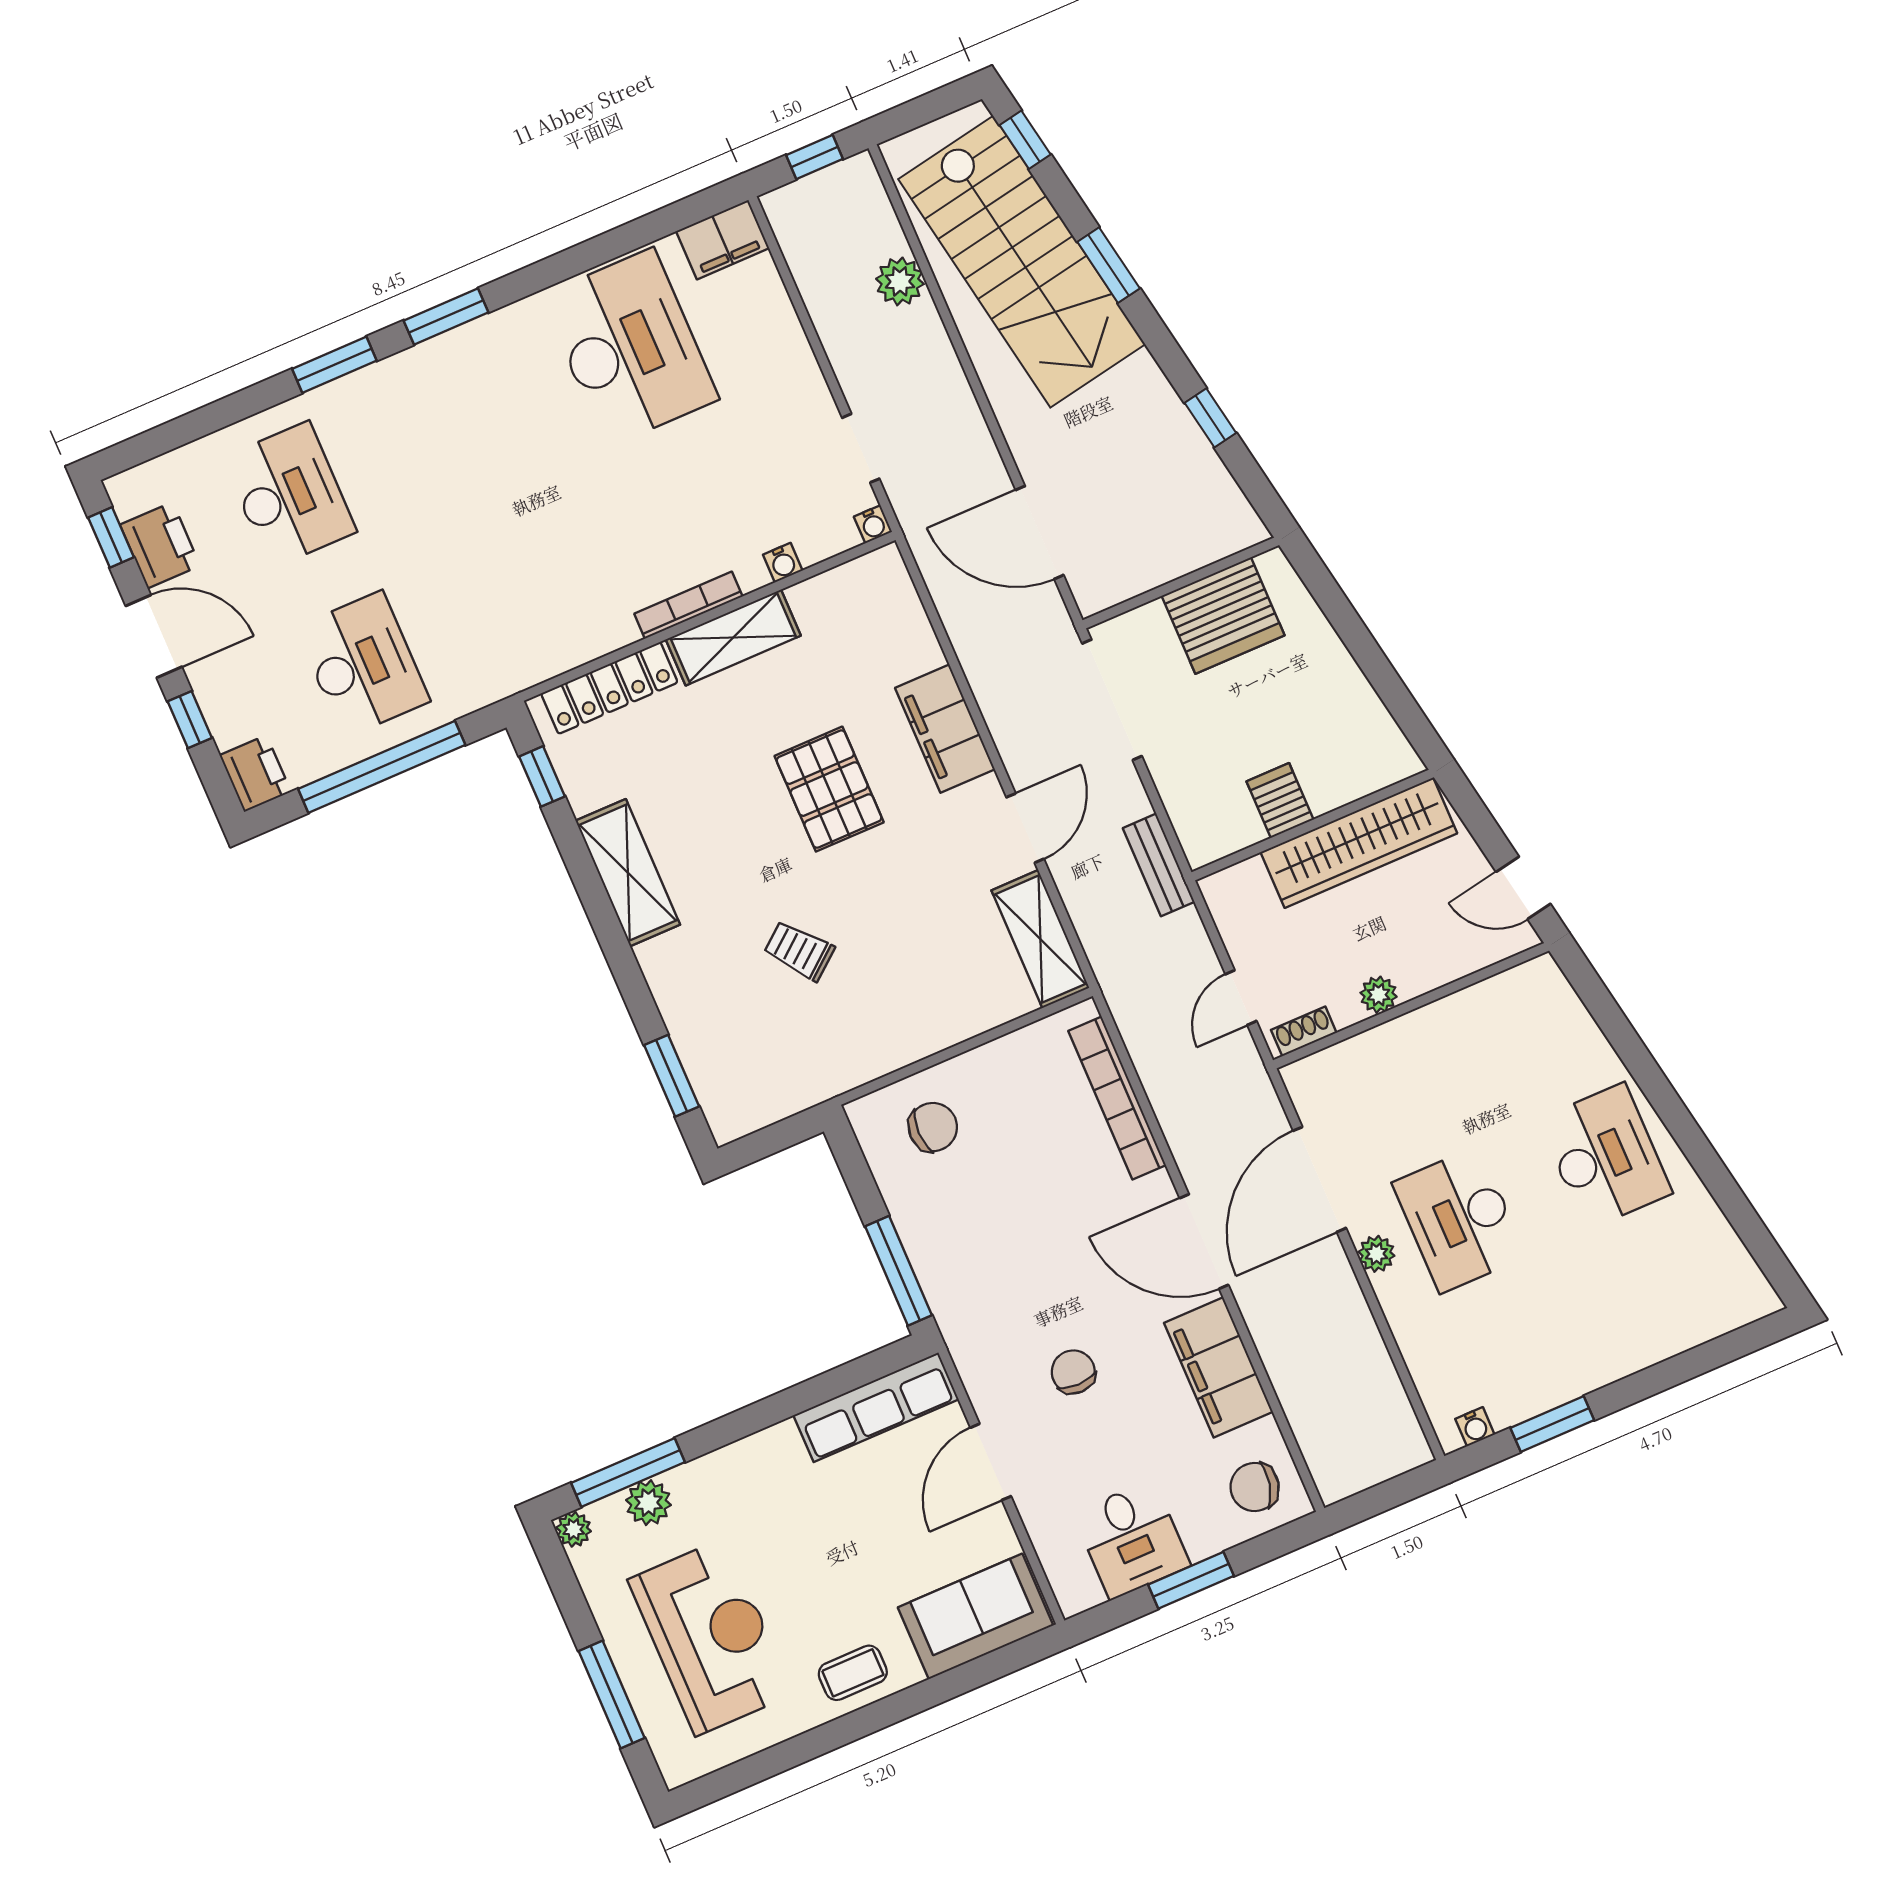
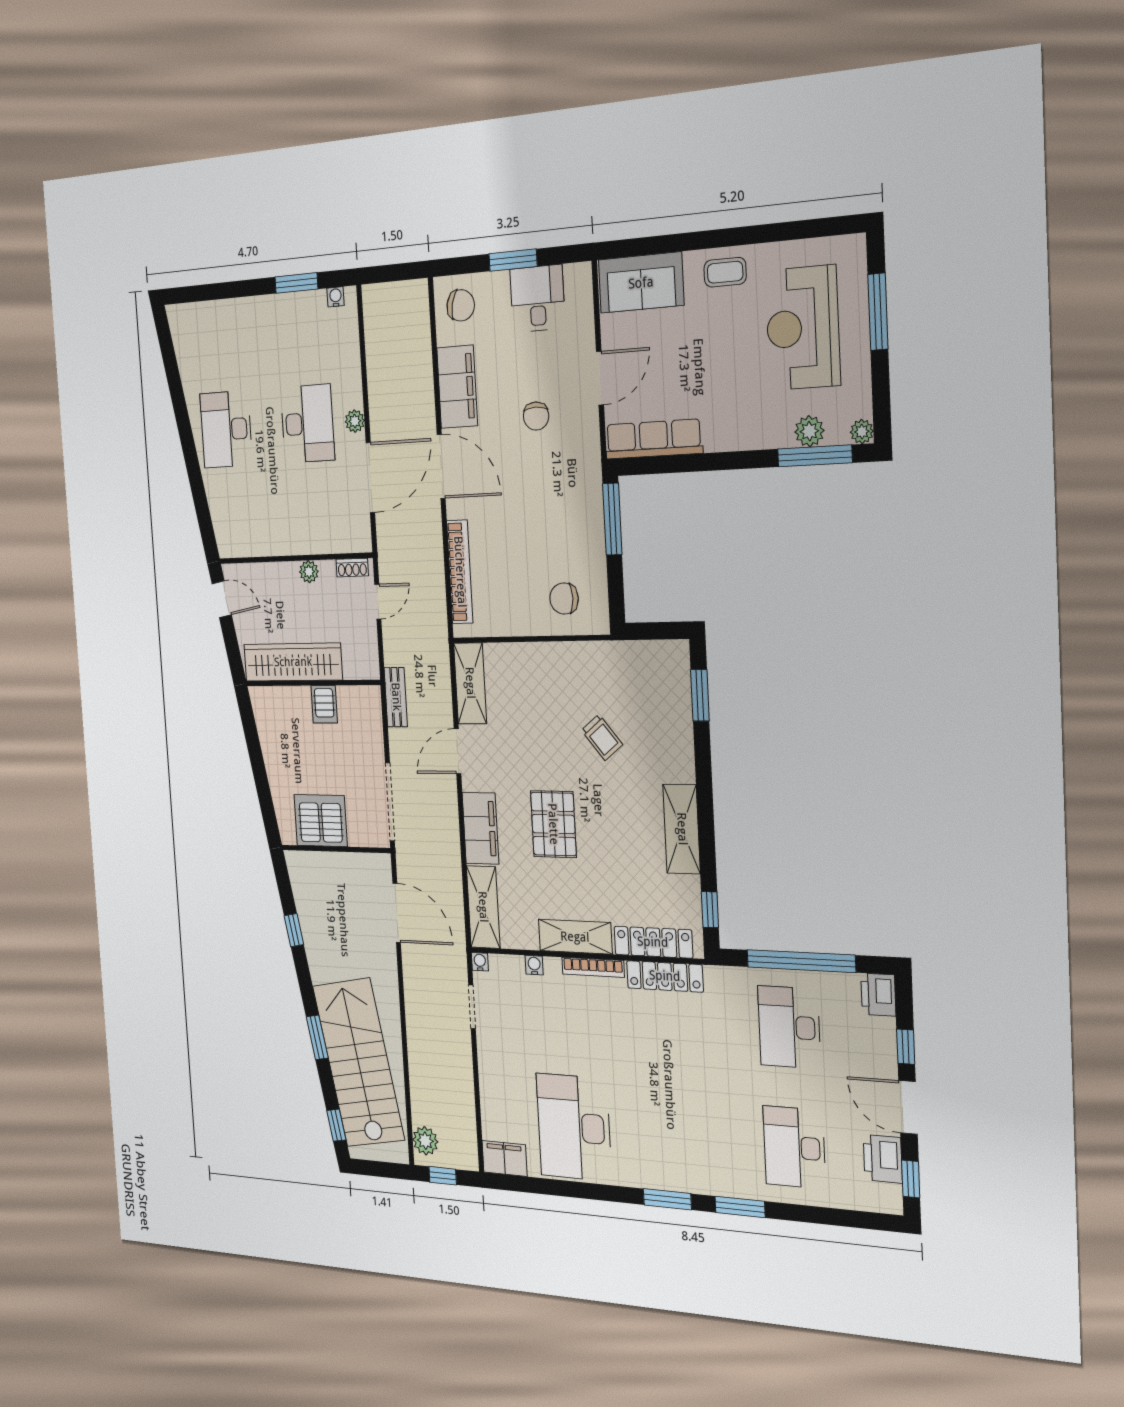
plant: (900, 281) -> (425, 1141), moved
shelving: (898, 611) -> (483, 907), added
locker: (573, 646) -> (665, 976), added

